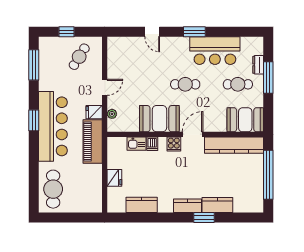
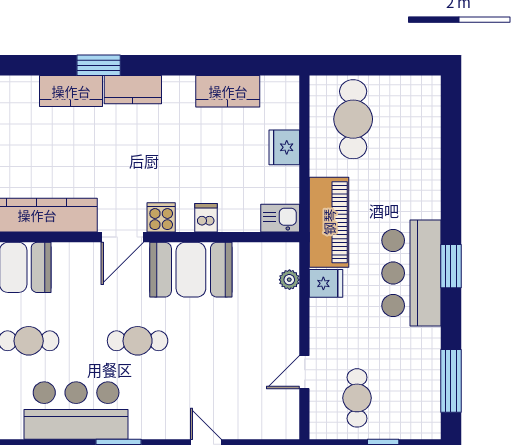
cafe table: (79, 57) -> (357, 398), turned -32
door: (105, 87) -> (304, 372), moved
bar counter: (53, 126) -> (411, 273), width x0.73
kitchen sink: (137, 144) -> (280, 218), moved
cafe table: (53, 189) -> (353, 119), moved

